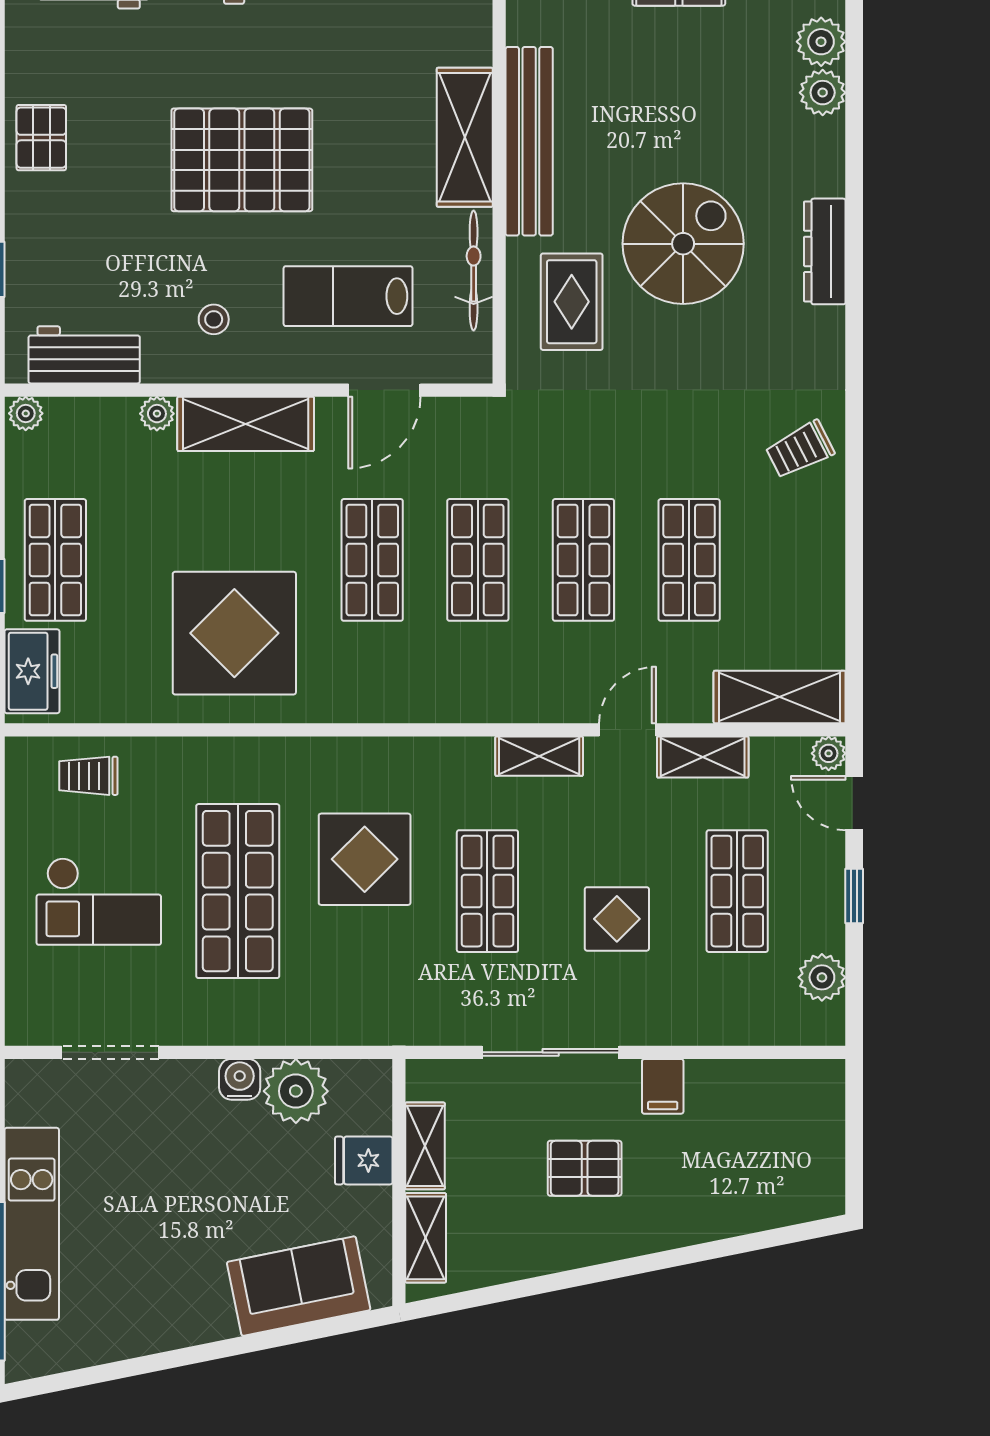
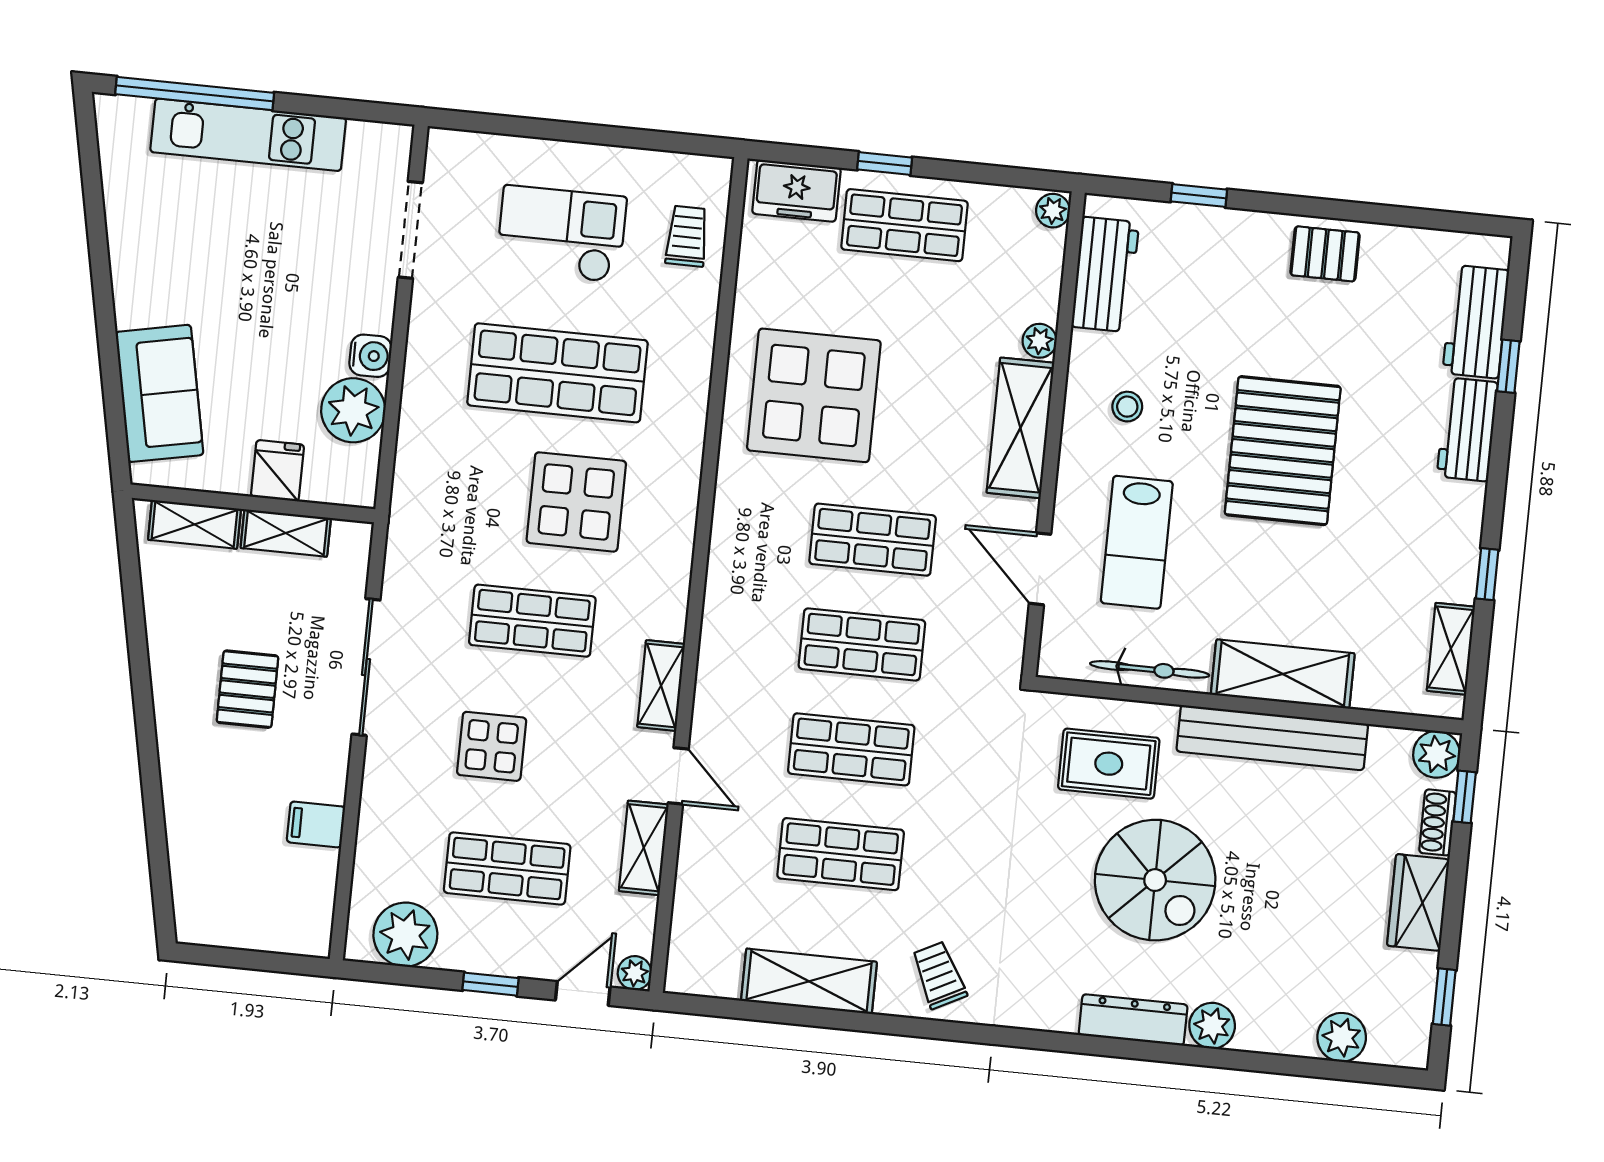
plant: (823, 93) -> (1212, 1026), moved
lab bench: (348, 296) -> (1137, 542), turned 180
shelving: (780, 697) -> (809, 981), moved, turned 90
checkout: (99, 901) -> (561, 234), turned 90
plant: (822, 977) -> (405, 935), width x1.36, depth x1.36
filing cabinet: (663, 1086) -> (316, 824), moved

